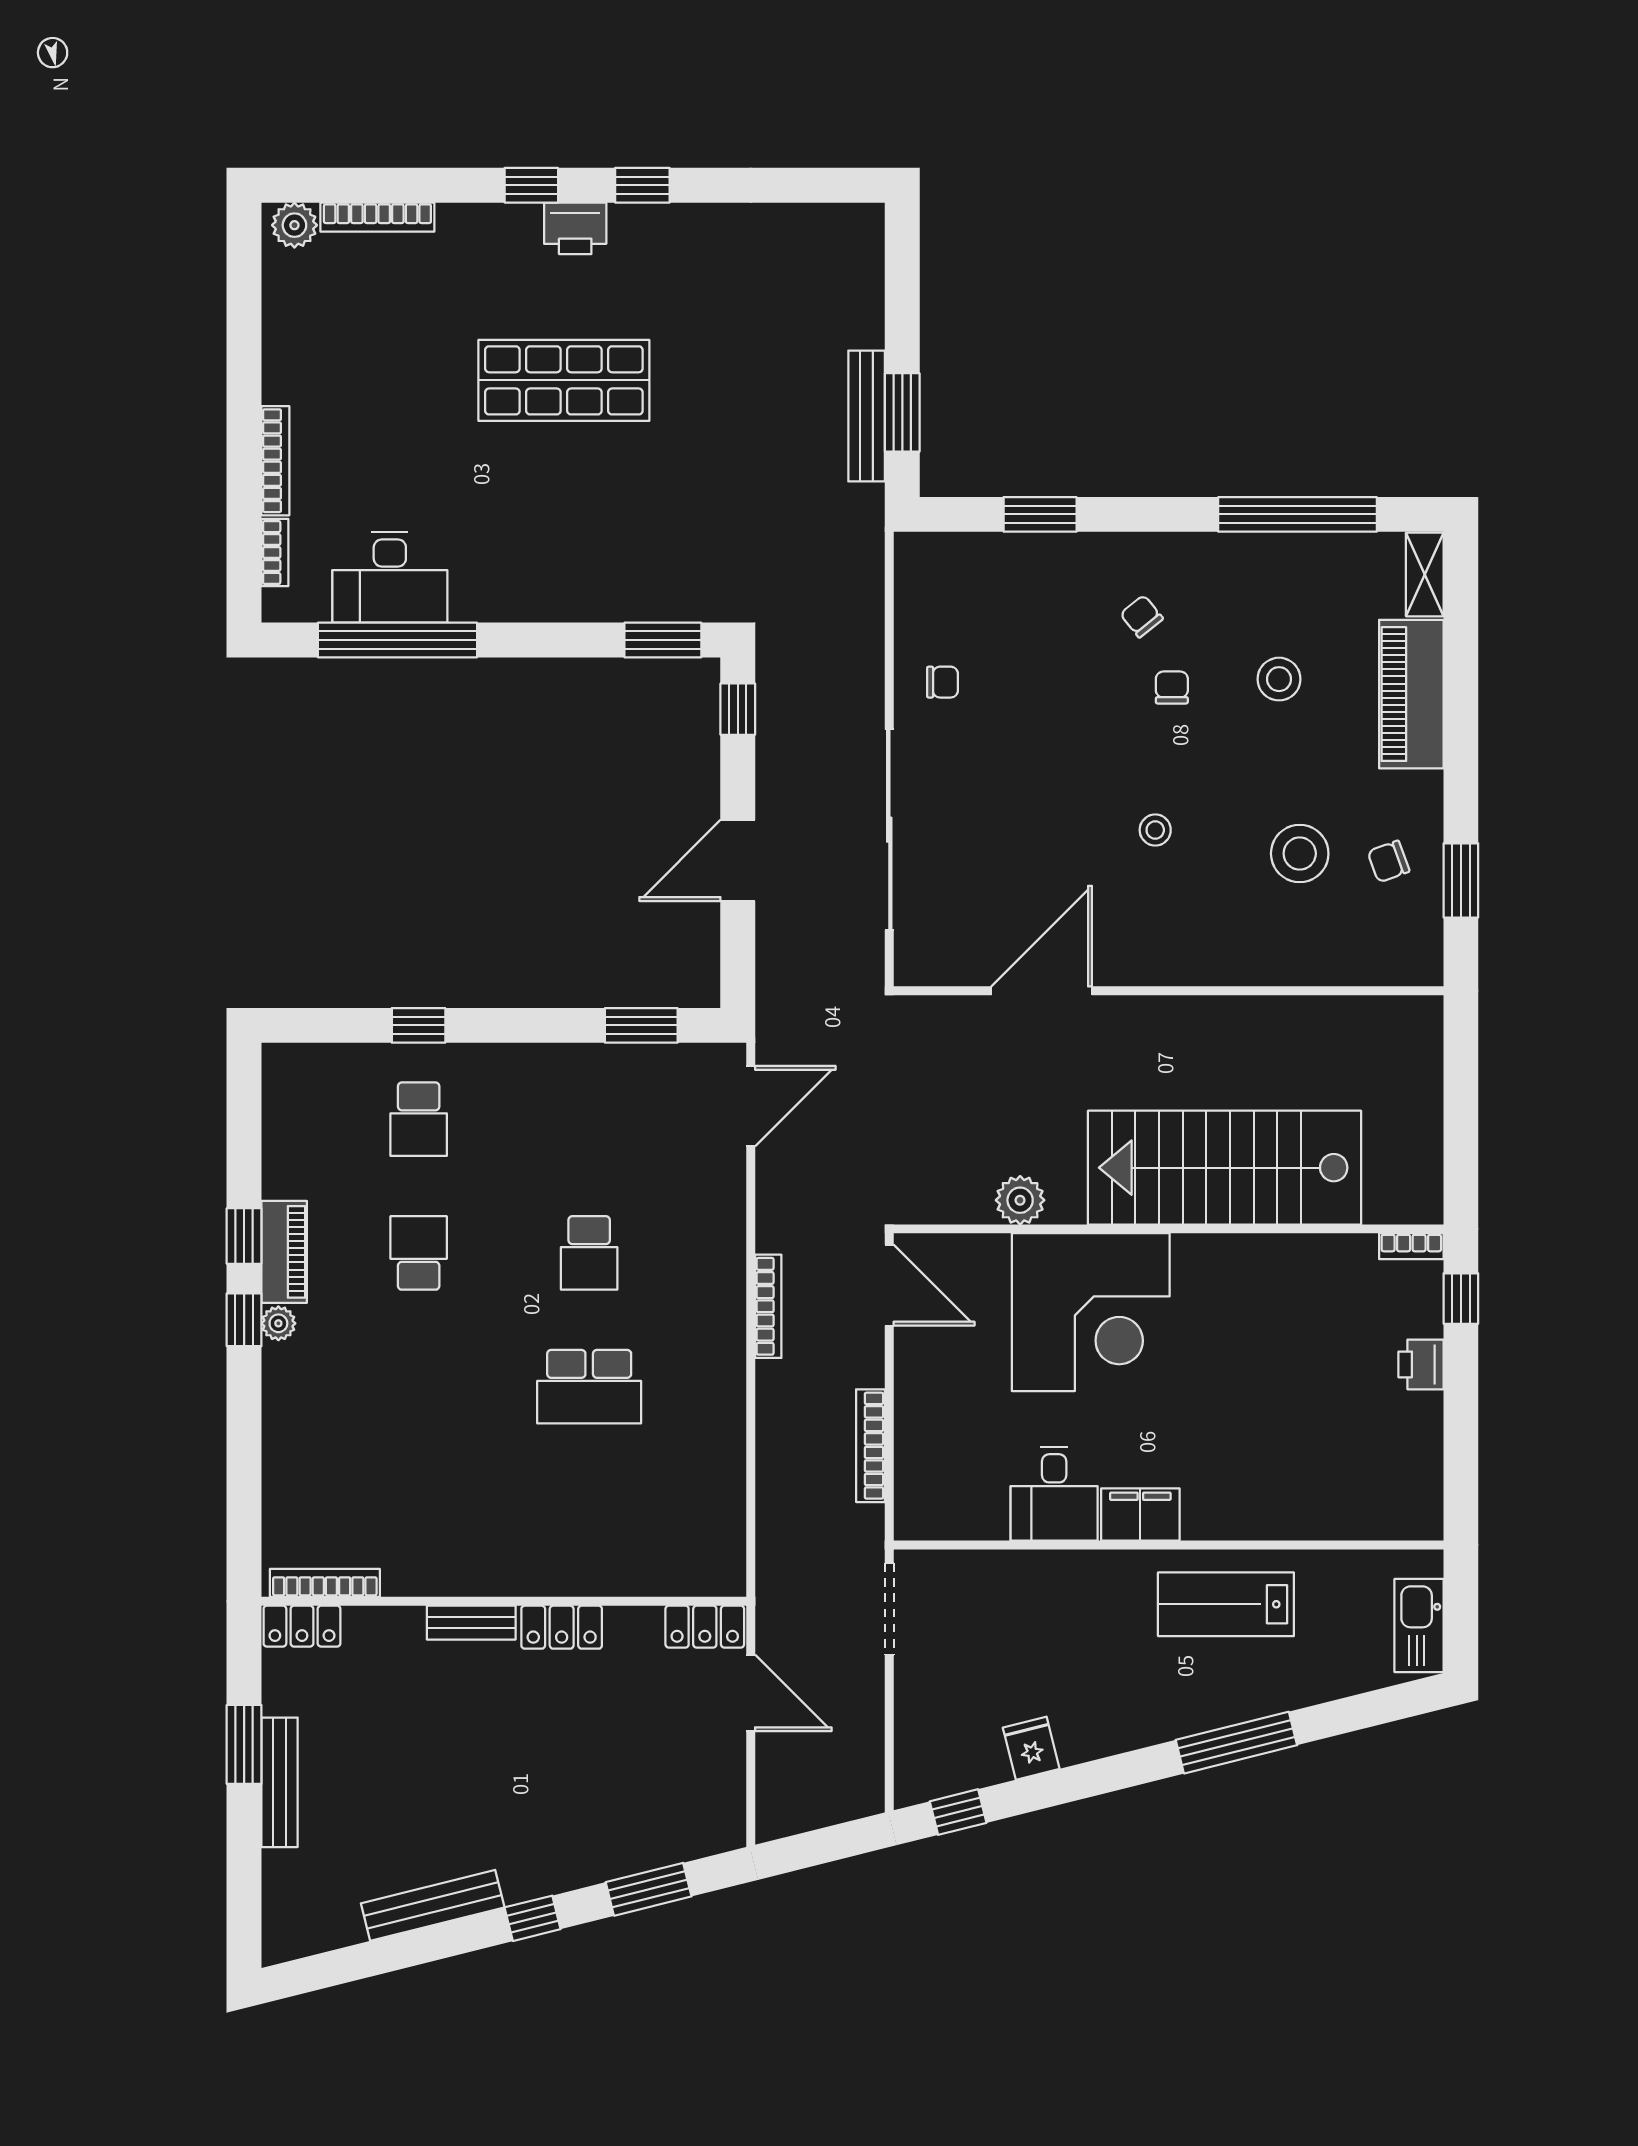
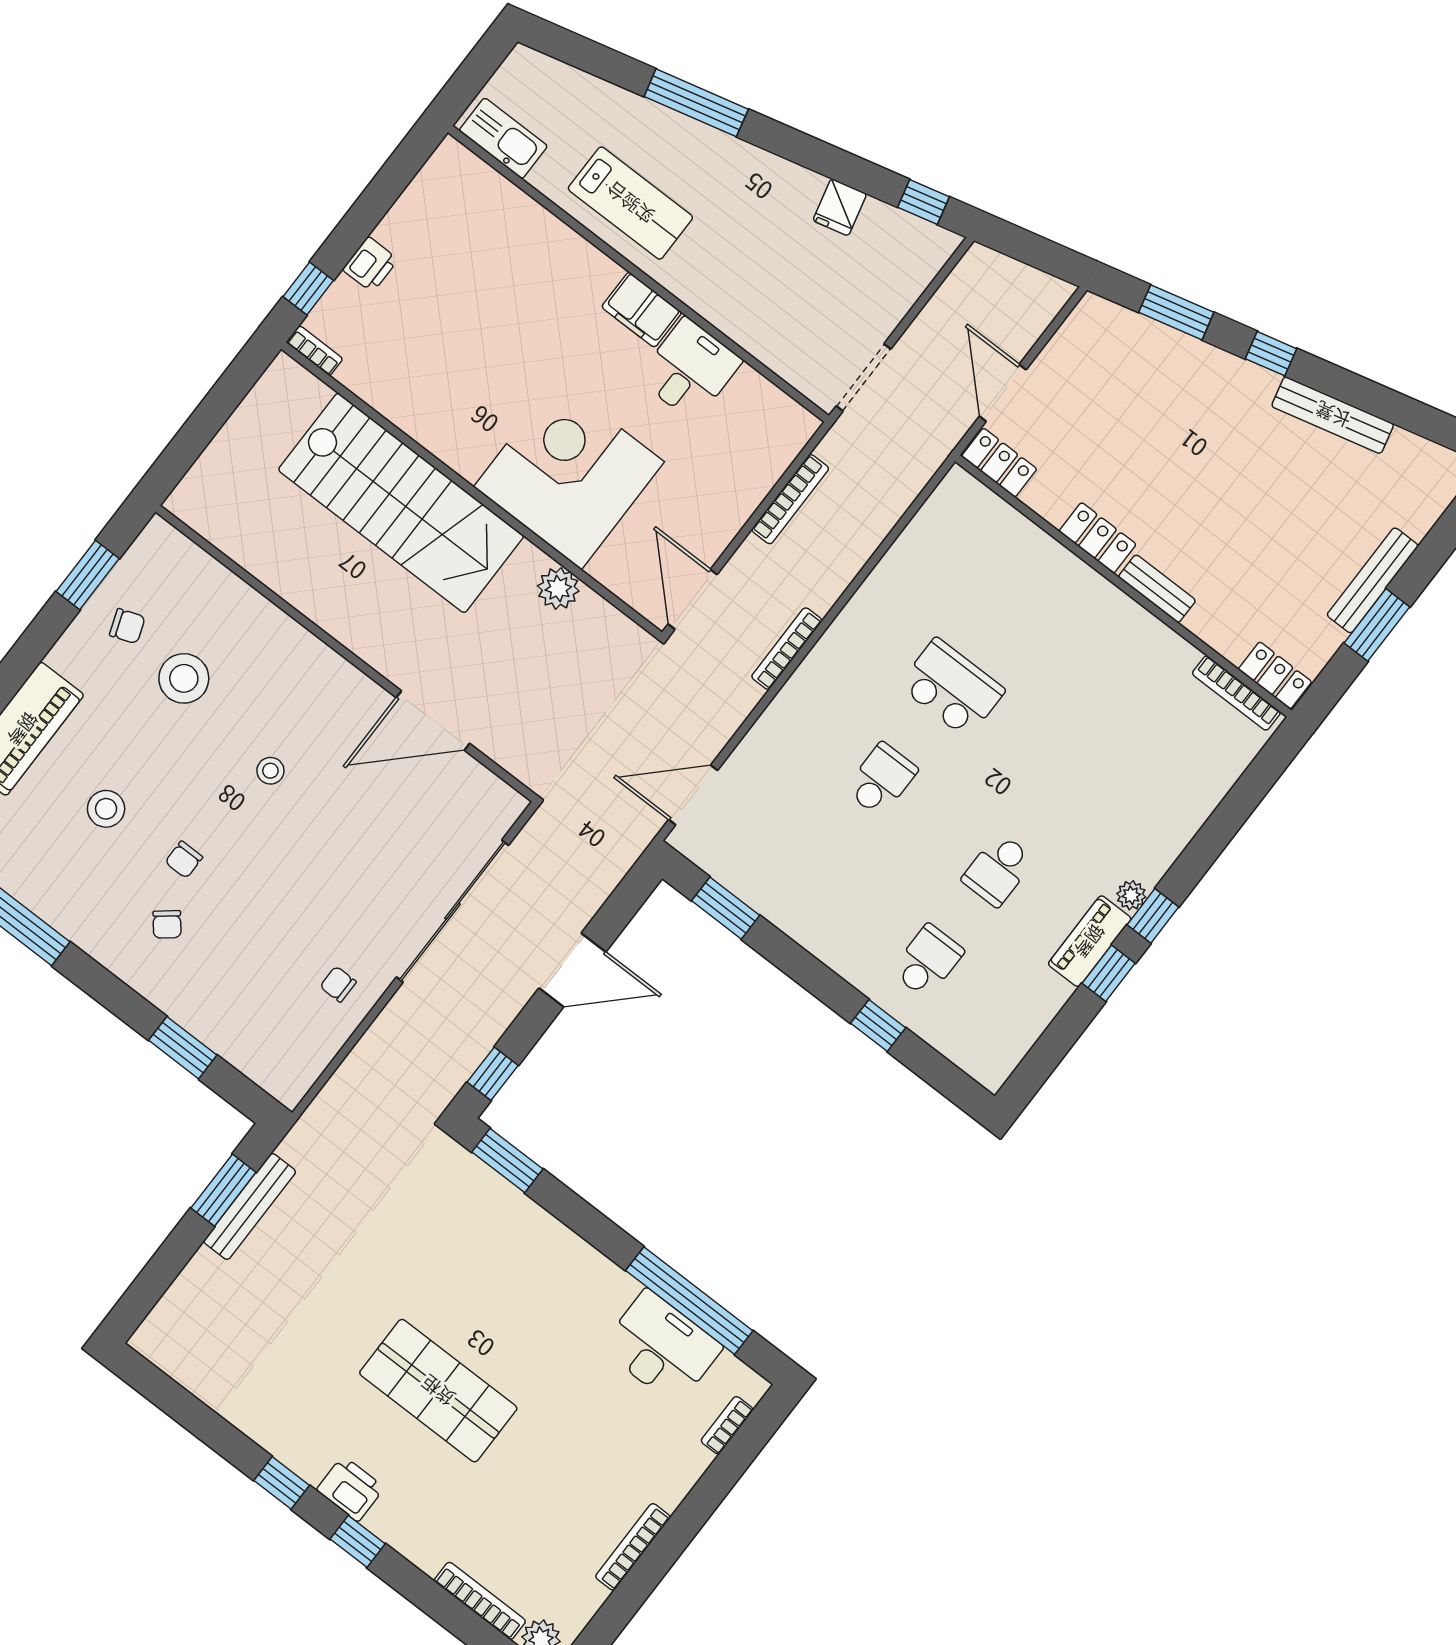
bookcase: (275, 461) -> (633, 1547), moved
kitchen sink: (1419, 1625) -> (503, 138), moved, turned -90

